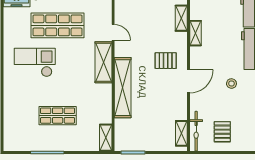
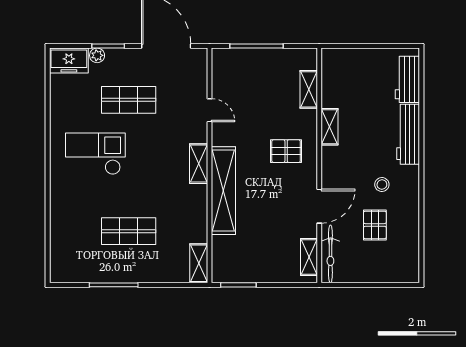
shop shelf: (58, 25) -> (129, 100), width x0.70, depth x0.74
shelving: (196, 33) -> (330, 127), moved
shelving: (104, 62) -> (199, 164), width x0.67, depth x0.75
door: (188, 81) -> (319, 206), moved
pallet: (222, 132) -> (375, 225), moved

